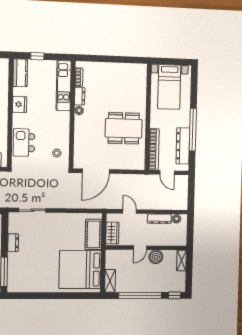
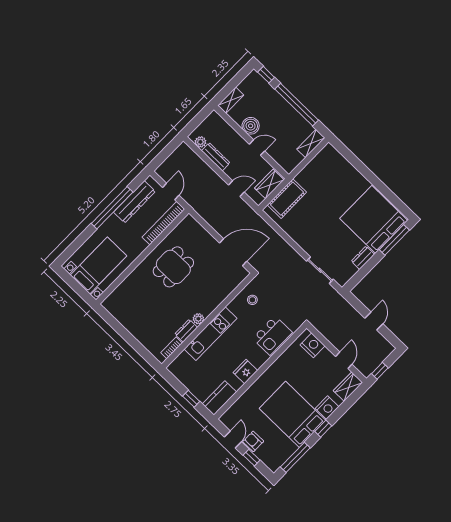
kitchen unit: (64, 86) -> (211, 334), moved
dining table: (124, 128) -> (173, 267), width x0.73
door: (130, 211) -> (236, 189), swing flipped
bed: (80, 270) -> (374, 219), moved, turned 180

